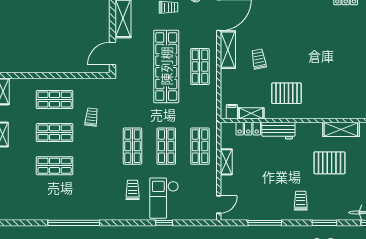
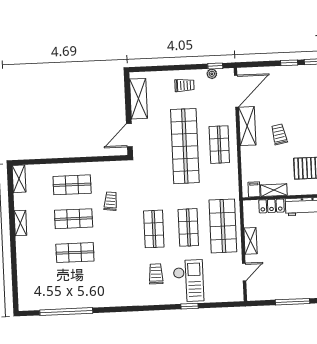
shop shelf: (200, 146) -> (223, 226), width x1.43, depth x1.36
checkout: (164, 198) -> (188, 281), turned 180
door: (219, 204) -> (244, 272), moved
window: (74, 223) -> (66, 312), moved

